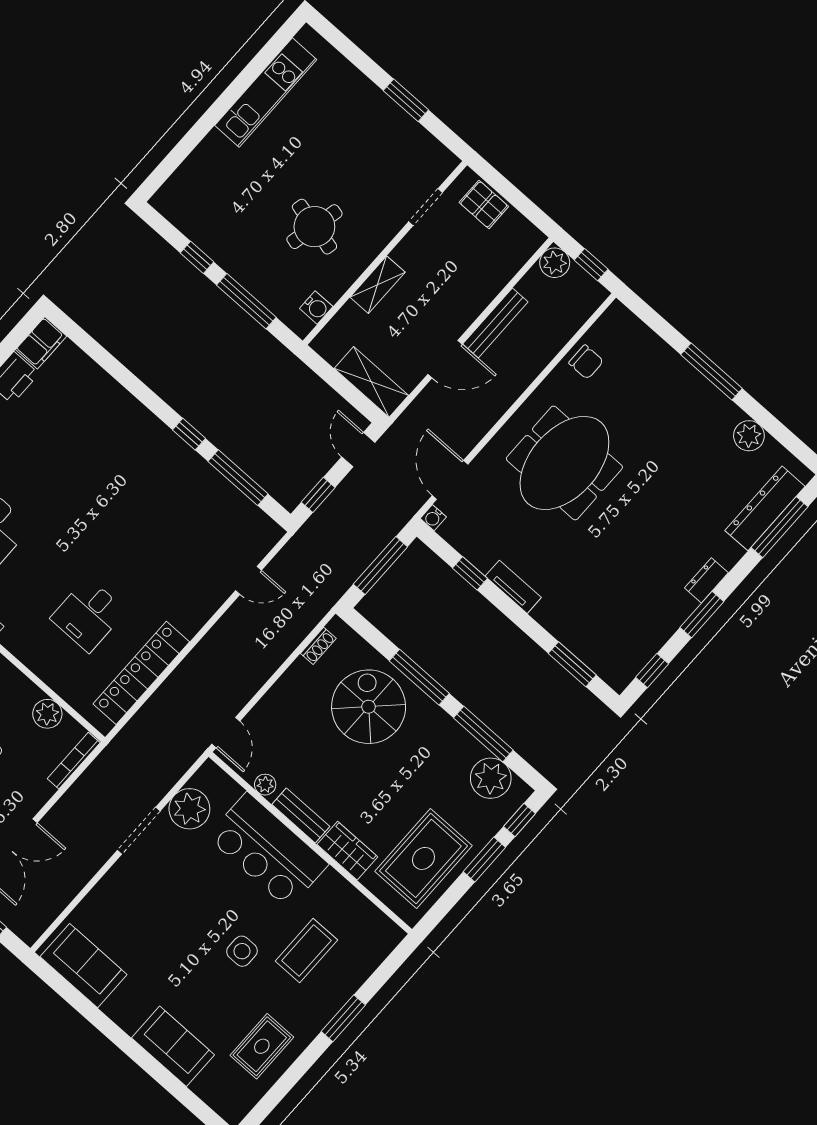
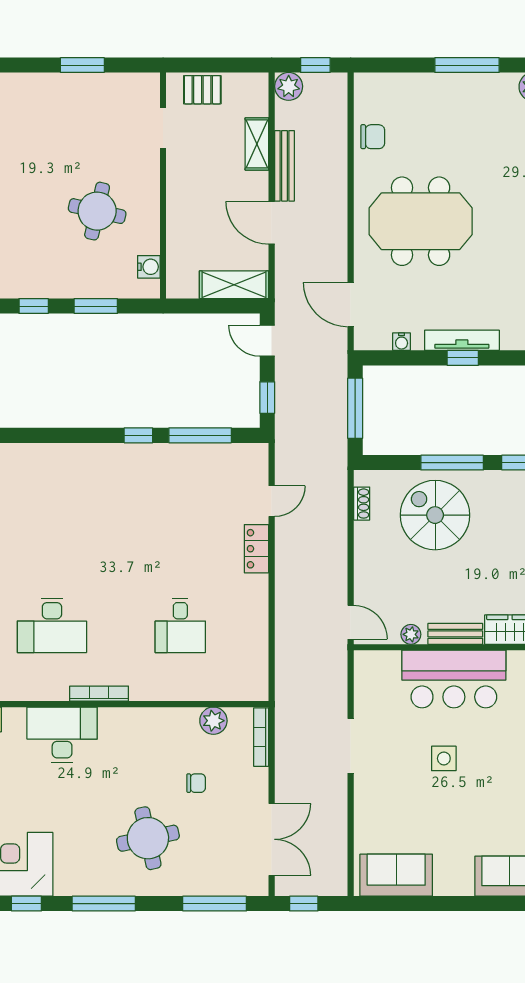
shelving: (378, 285) -> (257, 144), moved
window: (246, 301) -> (96, 306), width x0.69
door: (445, 359) -> (272, 223), swing flipped
meeting table: (564, 463) -> (421, 221), turned 90
water cooler: (433, 518) -> (402, 342), moved
window: (470, 573) -> (463, 358), moved
tv unit: (513, 587) -> (462, 340), width x1.41
locker: (141, 673) -> (257, 549), moved, width x0.46, depth x0.83
plant: (189, 809) -> (373, 699), removed
side table: (242, 951) -> (444, 758), moved

